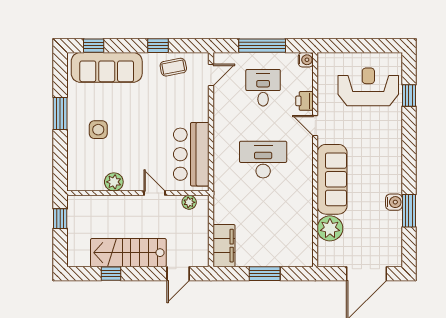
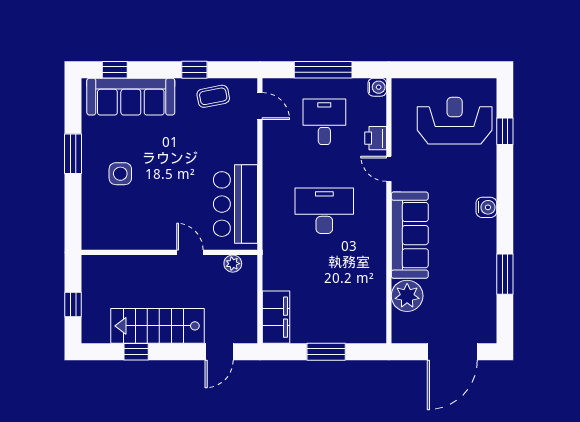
door: (211, 75) -> (260, 106), hinge flipped
plant: (114, 182) -> (140, 238), removed
water cooler: (394, 202) -> (486, 207), moved
window: (60, 219) -> (73, 305), moved

